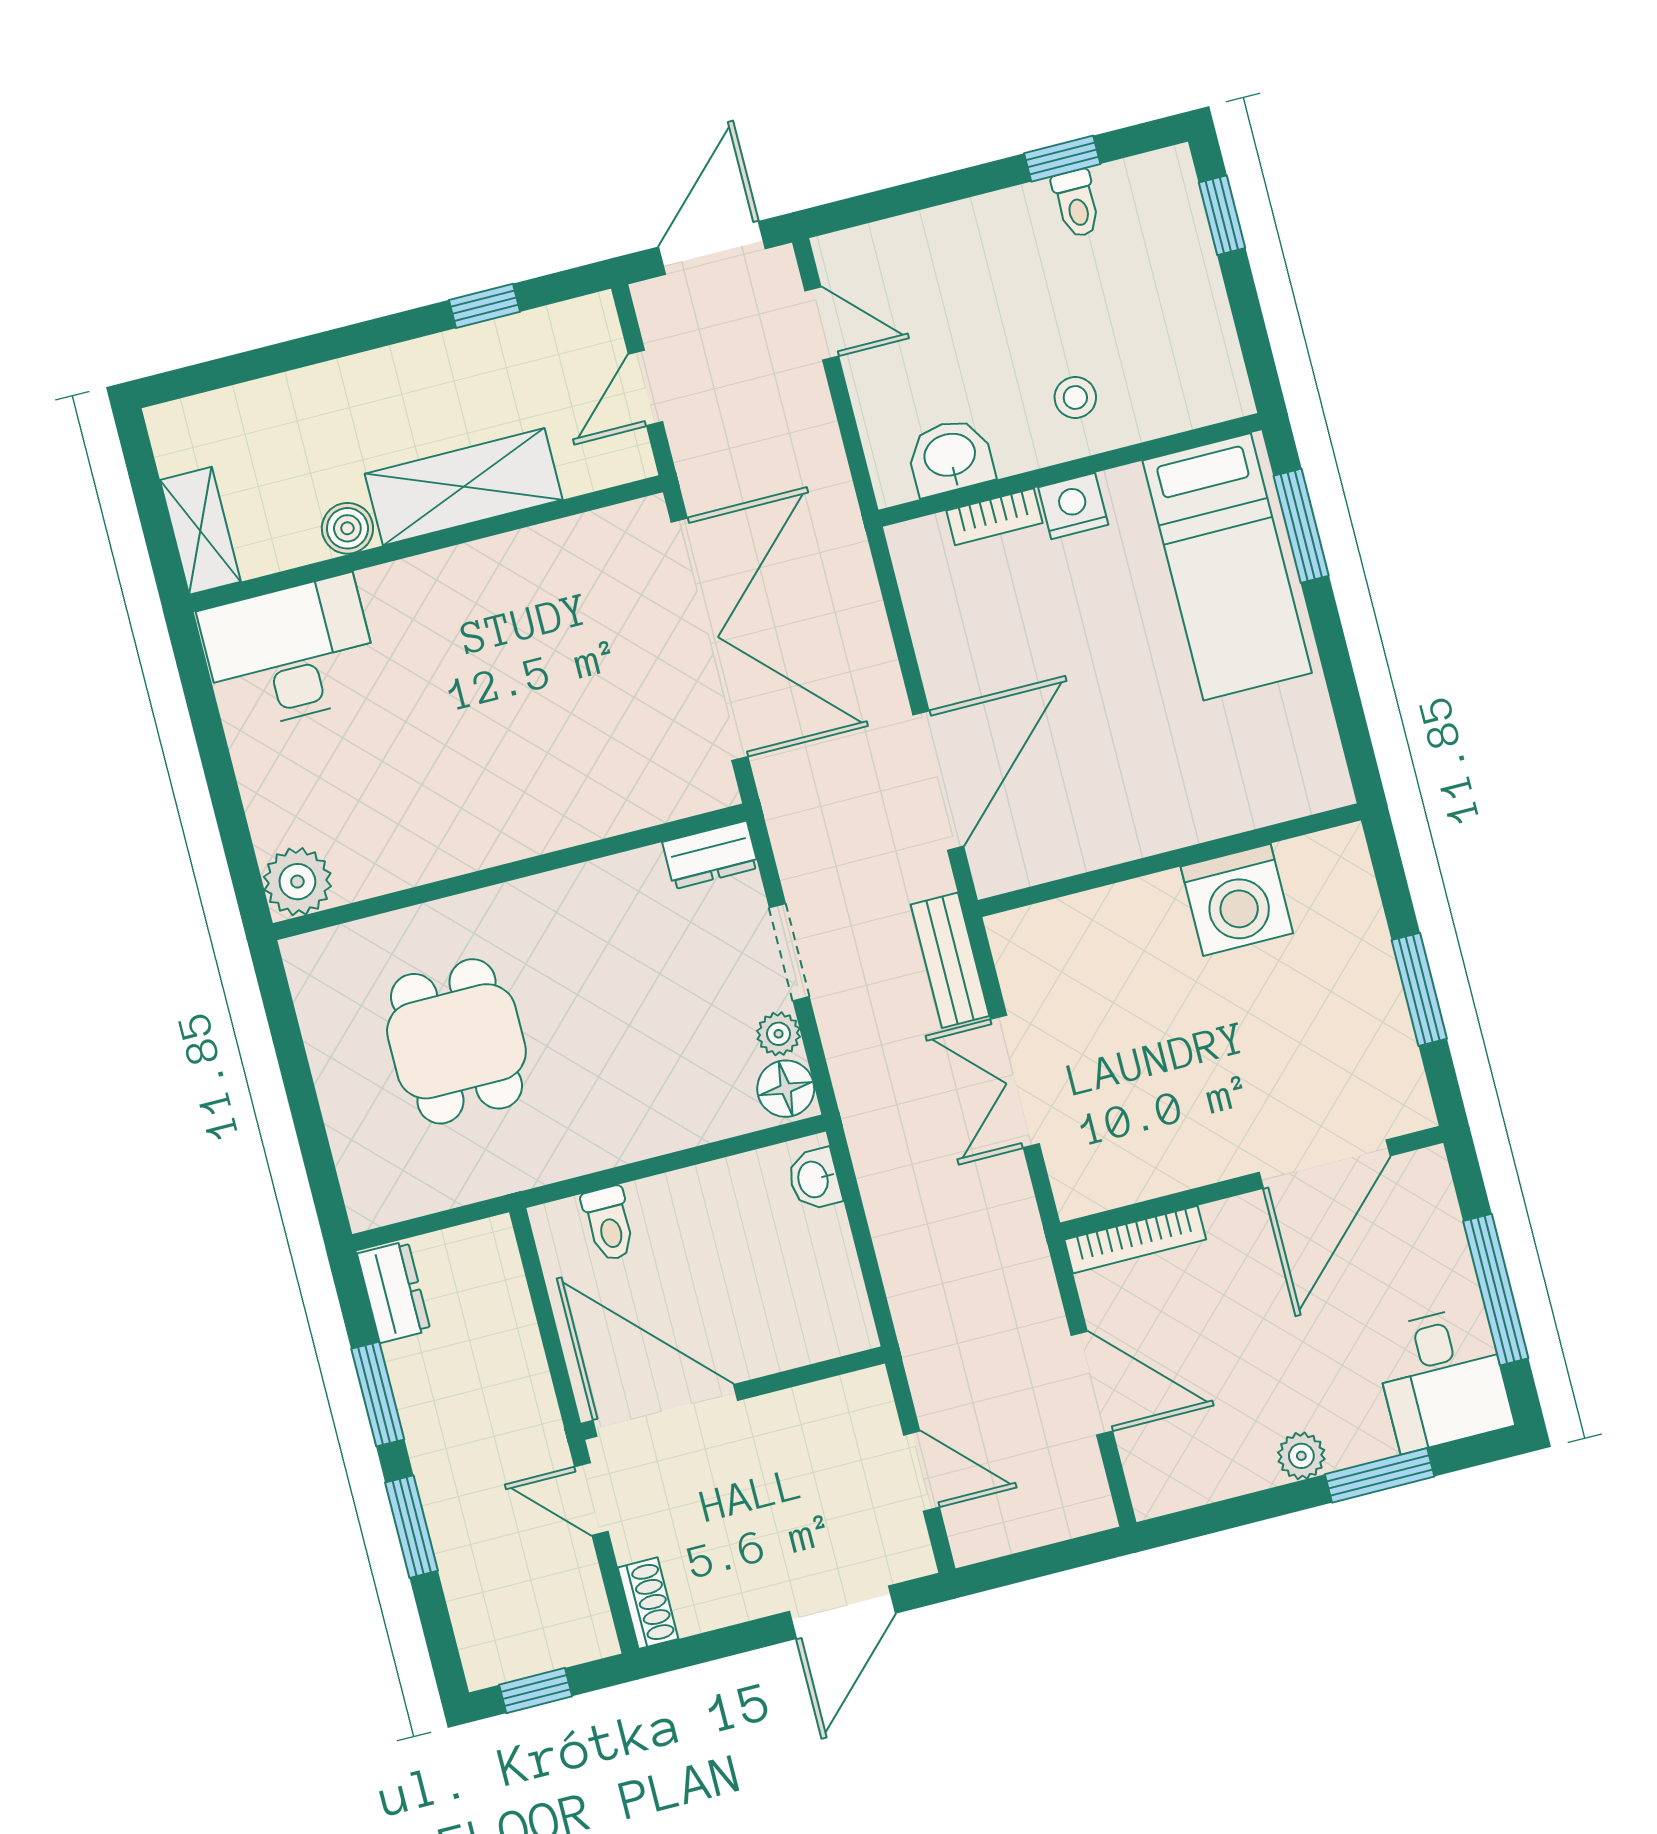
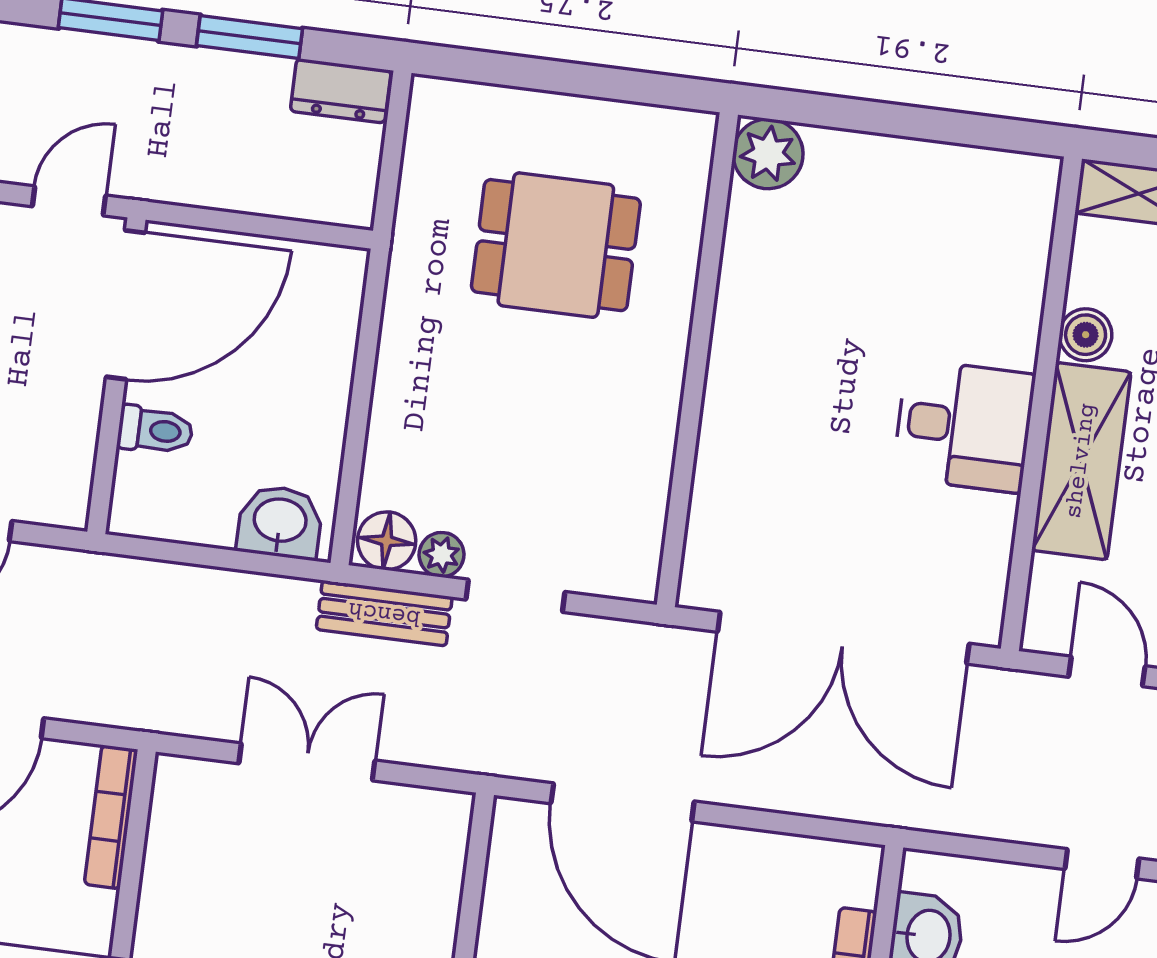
desk: (290, 653) -> (964, 426), moved, width x0.73
dresser: (710, 855) -> (638, 557), removed
bench: (950, 960) -> (384, 613), moved
washbasin: (814, 1179) -> (280, 522), width x1.38, depth x1.45
toilet: (609, 1224) -> (155, 430), moved, turned 180

